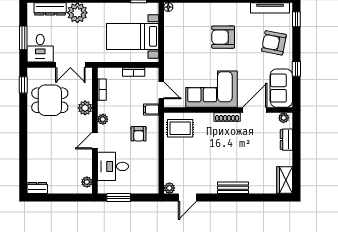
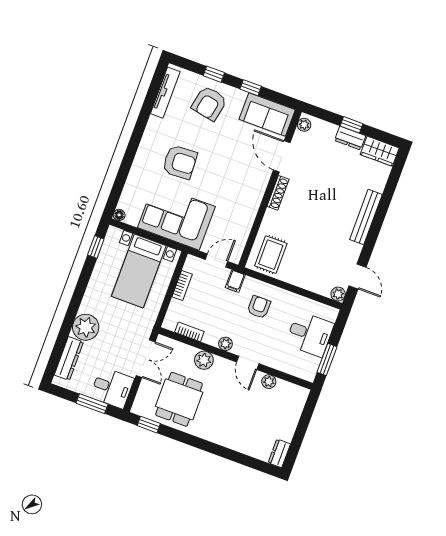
window: (296, 19) -> (214, 74), moved
armchair: (223, 37) -> (180, 162), turned -93
corner sofa: (212, 89) -> (176, 217), moved, turned 90
armchair: (139, 134) -> (259, 307), turned -90
dresser: (286, 140) -> (350, 138), moved
window: (296, 152) -> (352, 125), added
desk: (113, 166) -> (310, 334), moved, turned -90
plant: (87, 182) -> (269, 382), moved
bench: (233, 188) -> (366, 217), width x1.36

